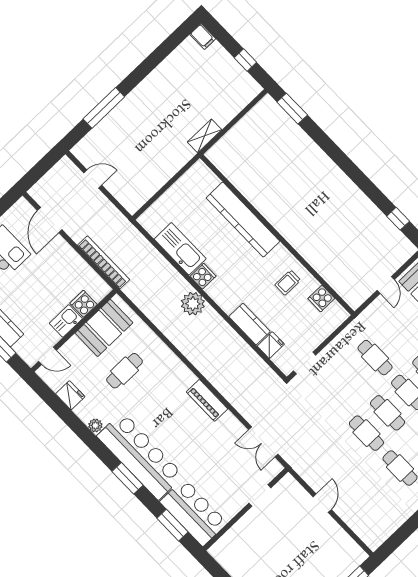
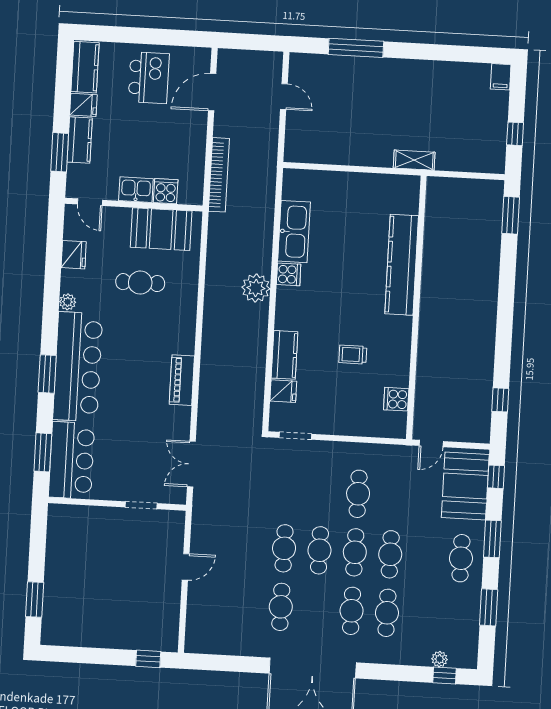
kitchen counter: (243, 220) -> (402, 265), moved
wall: (277, 235) -> (416, 307), moved
cooker: (321, 299) -> (396, 399), moved

